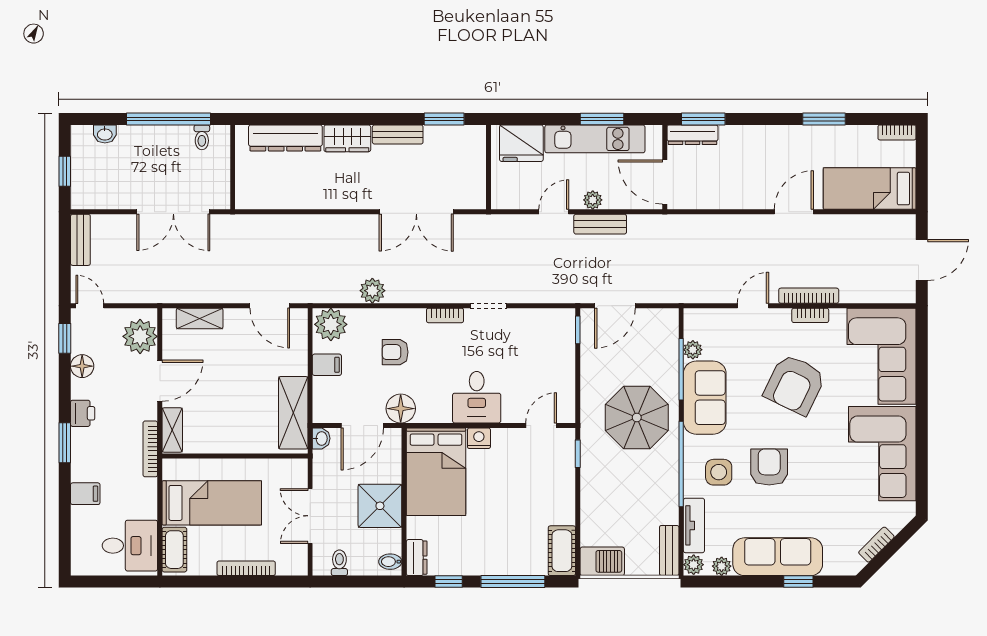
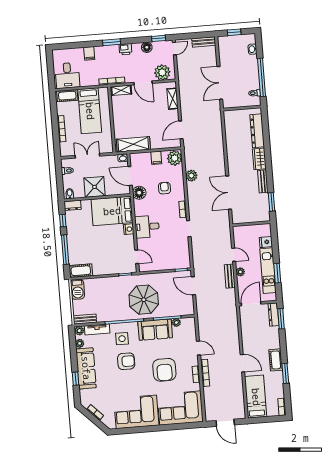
cot: (793, 138) -> (276, 360), added
fridge: (521, 143) -> (266, 242), width x0.53, depth x0.75
armchair: (795, 384) -> (164, 370), turned -116

